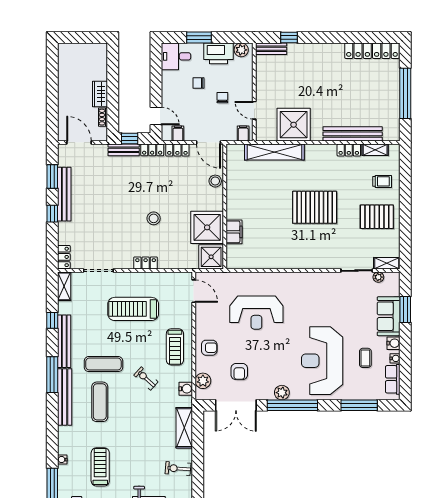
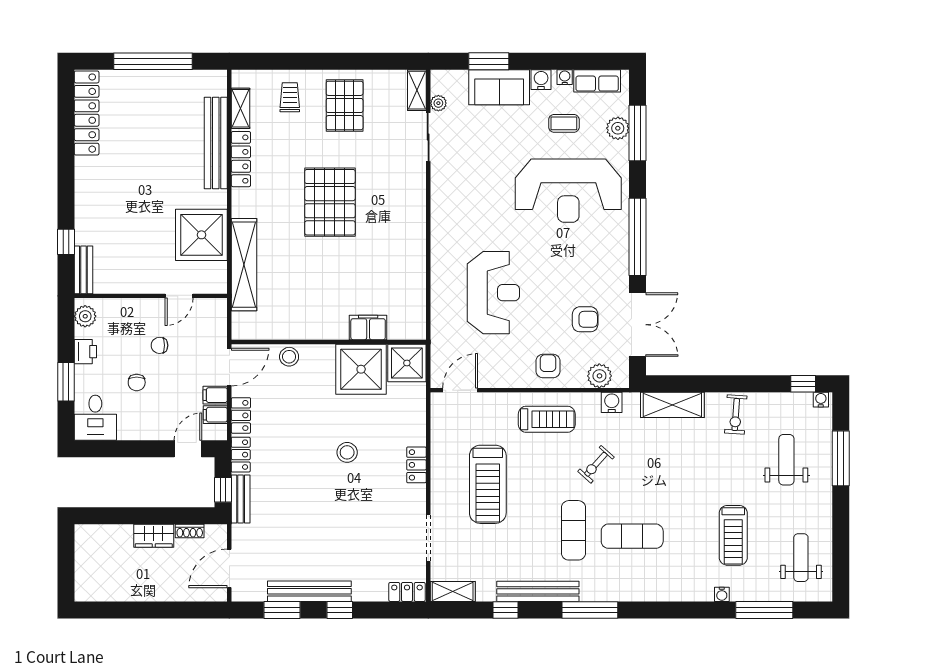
printer: (218, 53) -> (85, 352), width x0.53, depth x0.68
filing cabinet: (243, 134) -> (215, 395), moved
locker: (349, 150) -> (241, 159), width x1.53
plant: (282, 393) -> (618, 128), moved
bench: (65, 397) -> (625, 591), removed
treadmill: (100, 467) -> (733, 535), turned -90

